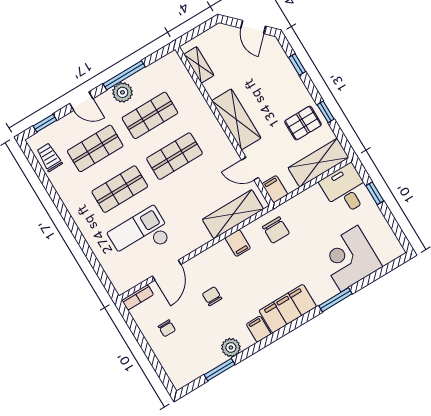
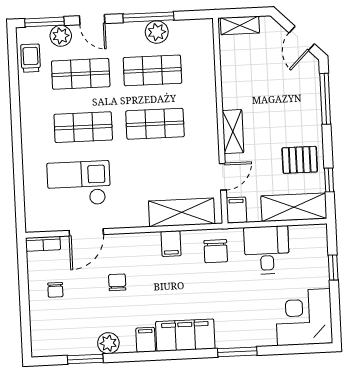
window: (297, 64) -> (325, 99), width x2.17
shelving: (199, 65) -> (240, 25), moved, turned 90
plant: (122, 92) -> (157, 32), moved
window: (326, 112) -> (329, 180), moved
shelving: (236, 119) -> (233, 132), width x0.67, depth x0.75
window: (45, 123) -> (44, 22), width x1.50
plant: (64, 127) -> (61, 36), added
door: (250, 169) -> (223, 177), swing flipped
desk: (346, 190) -> (267, 250), moved
corner desk: (349, 259) -> (304, 317), moved

